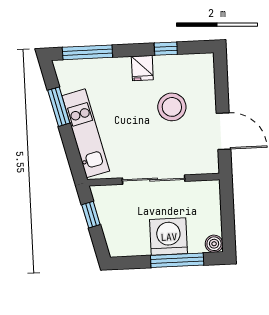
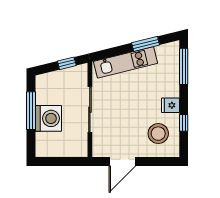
stool: (172, 107) -> (158, 134), moved
boiler: (214, 244) -> (42, 151), removed
window: (177, 260) -> (31, 111), moved

